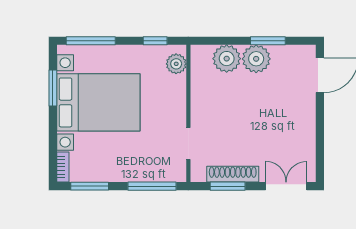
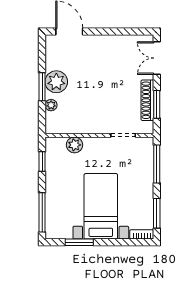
window: (268, 41) -> (42, 87), moved
plant: (227, 59) -> (51, 105), width x0.53, depth x0.53
plant: (176, 64) -> (74, 145), moved
bed with nightstands: (98, 102) -> (101, 206), width x0.73

